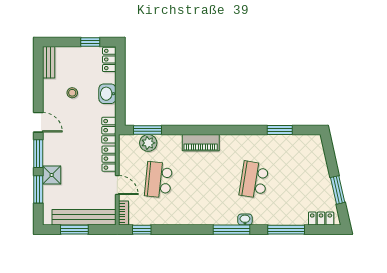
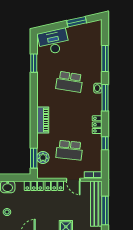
desk: (310, 158) -> (54, 42), added
door: (117, 185) -> (73, 180), swing flipped
locker: (321, 219) -> (97, 125), moved
window: (74, 230) -> (105, 210), width x1.44
window: (142, 230) -> (105, 143), moved

